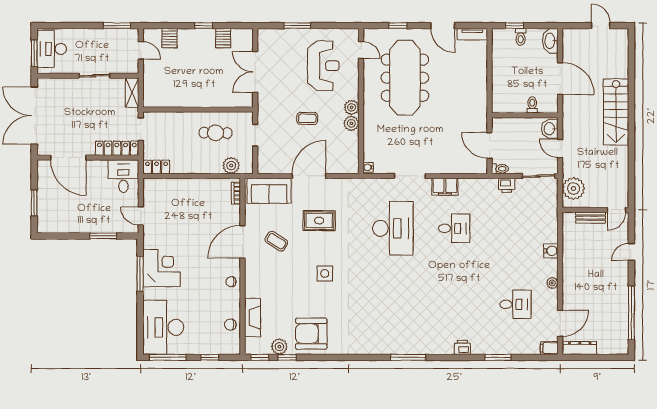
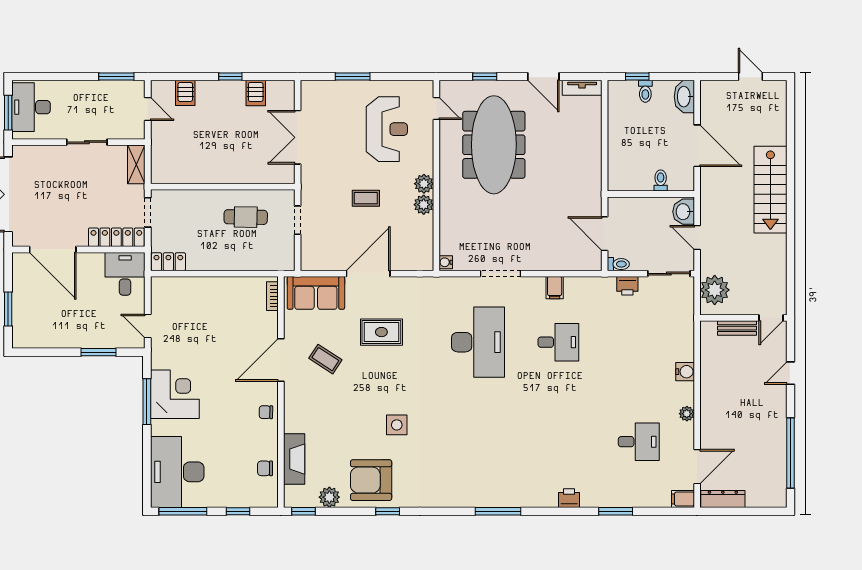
plant: (231, 166) -> (266, 260), removed
filing cabinet: (445, 187) -> (555, 288), width x0.50
side table: (325, 273) -> (397, 425), moved
window: (287, 357) -> (388, 511), moved

